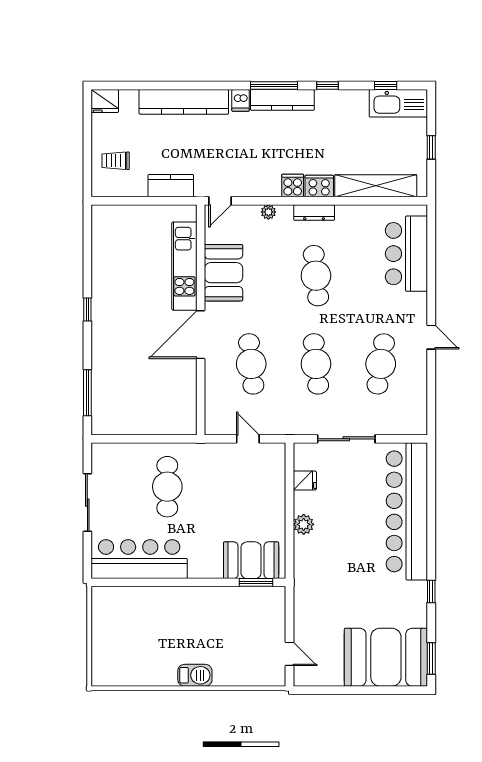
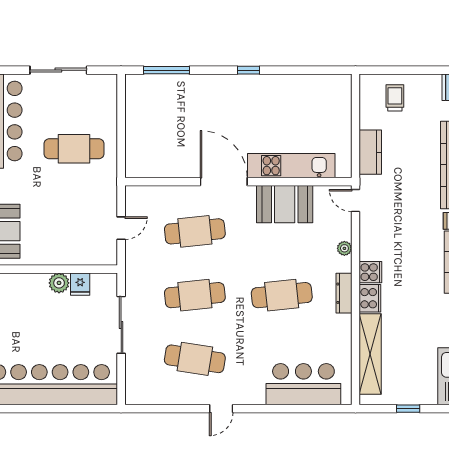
plant: (304, 524) -> (59, 283), moved

